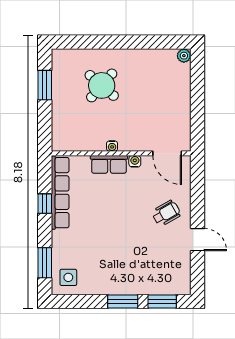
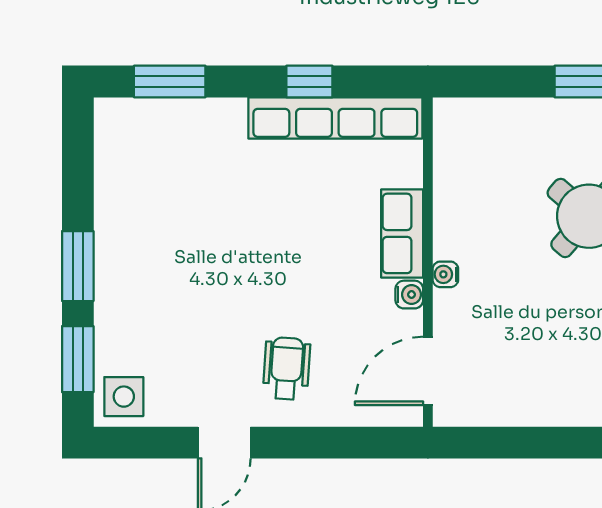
water cooler: (112, 146) -> (445, 274), moved
wheelchair: (166, 213) -> (287, 369), turned -146
side table: (68, 277) -> (124, 397), moved

